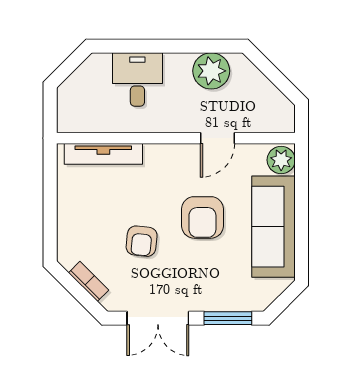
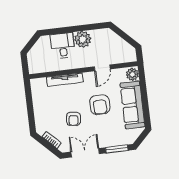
plant: (211, 71) -> (83, 39), moved
tv unit: (103, 154) -> (65, 80), moved
double door: (158, 318) -> (85, 153), swing flipped

